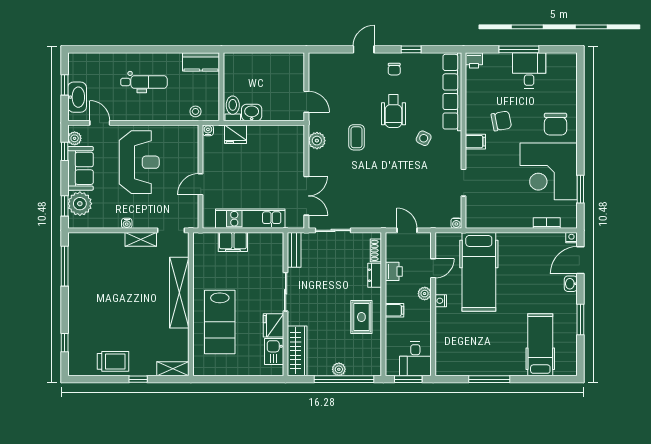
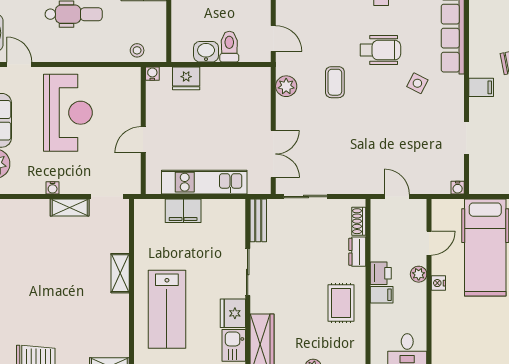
toilet: (233, 108) -> (229, 47), moved
wheelchair: (393, 111) -> (380, 50), turned -90
printer: (394, 271) -> (381, 273), moved
shelving: (179, 293) -> (120, 273), width x0.45, depth x0.75

